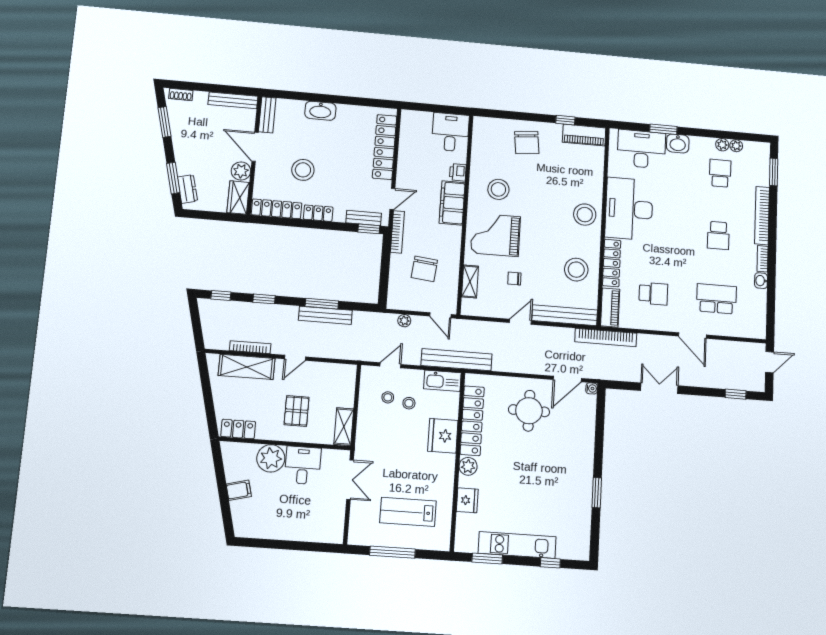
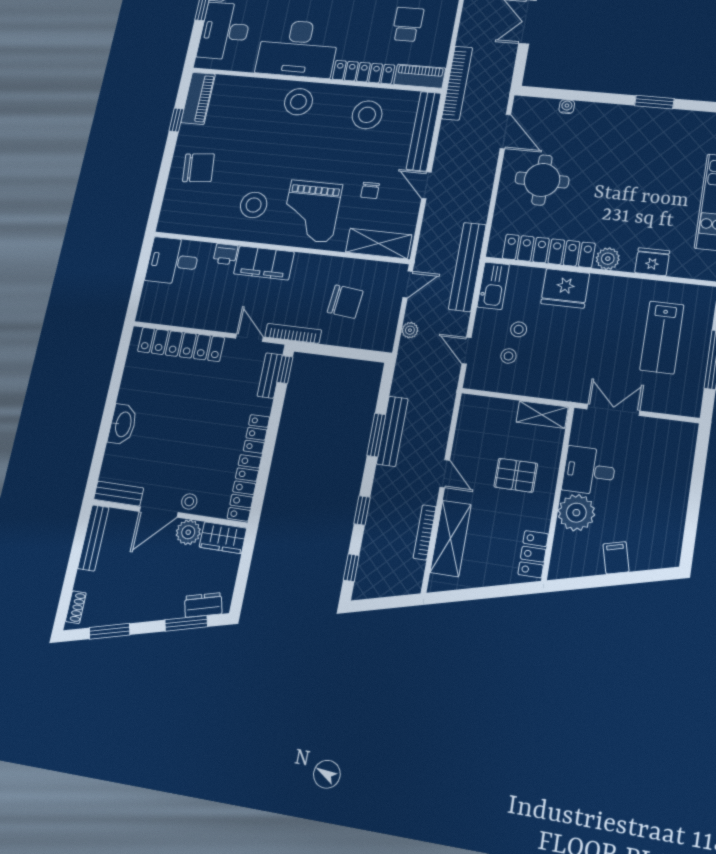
stool: (303, 170) -> (189, 501), moved, width x0.53, depth x0.53
shelving: (470, 281) -> (379, 243), width x1.50, depth x1.33
water cooler: (592, 388) -> (567, 107), moved

